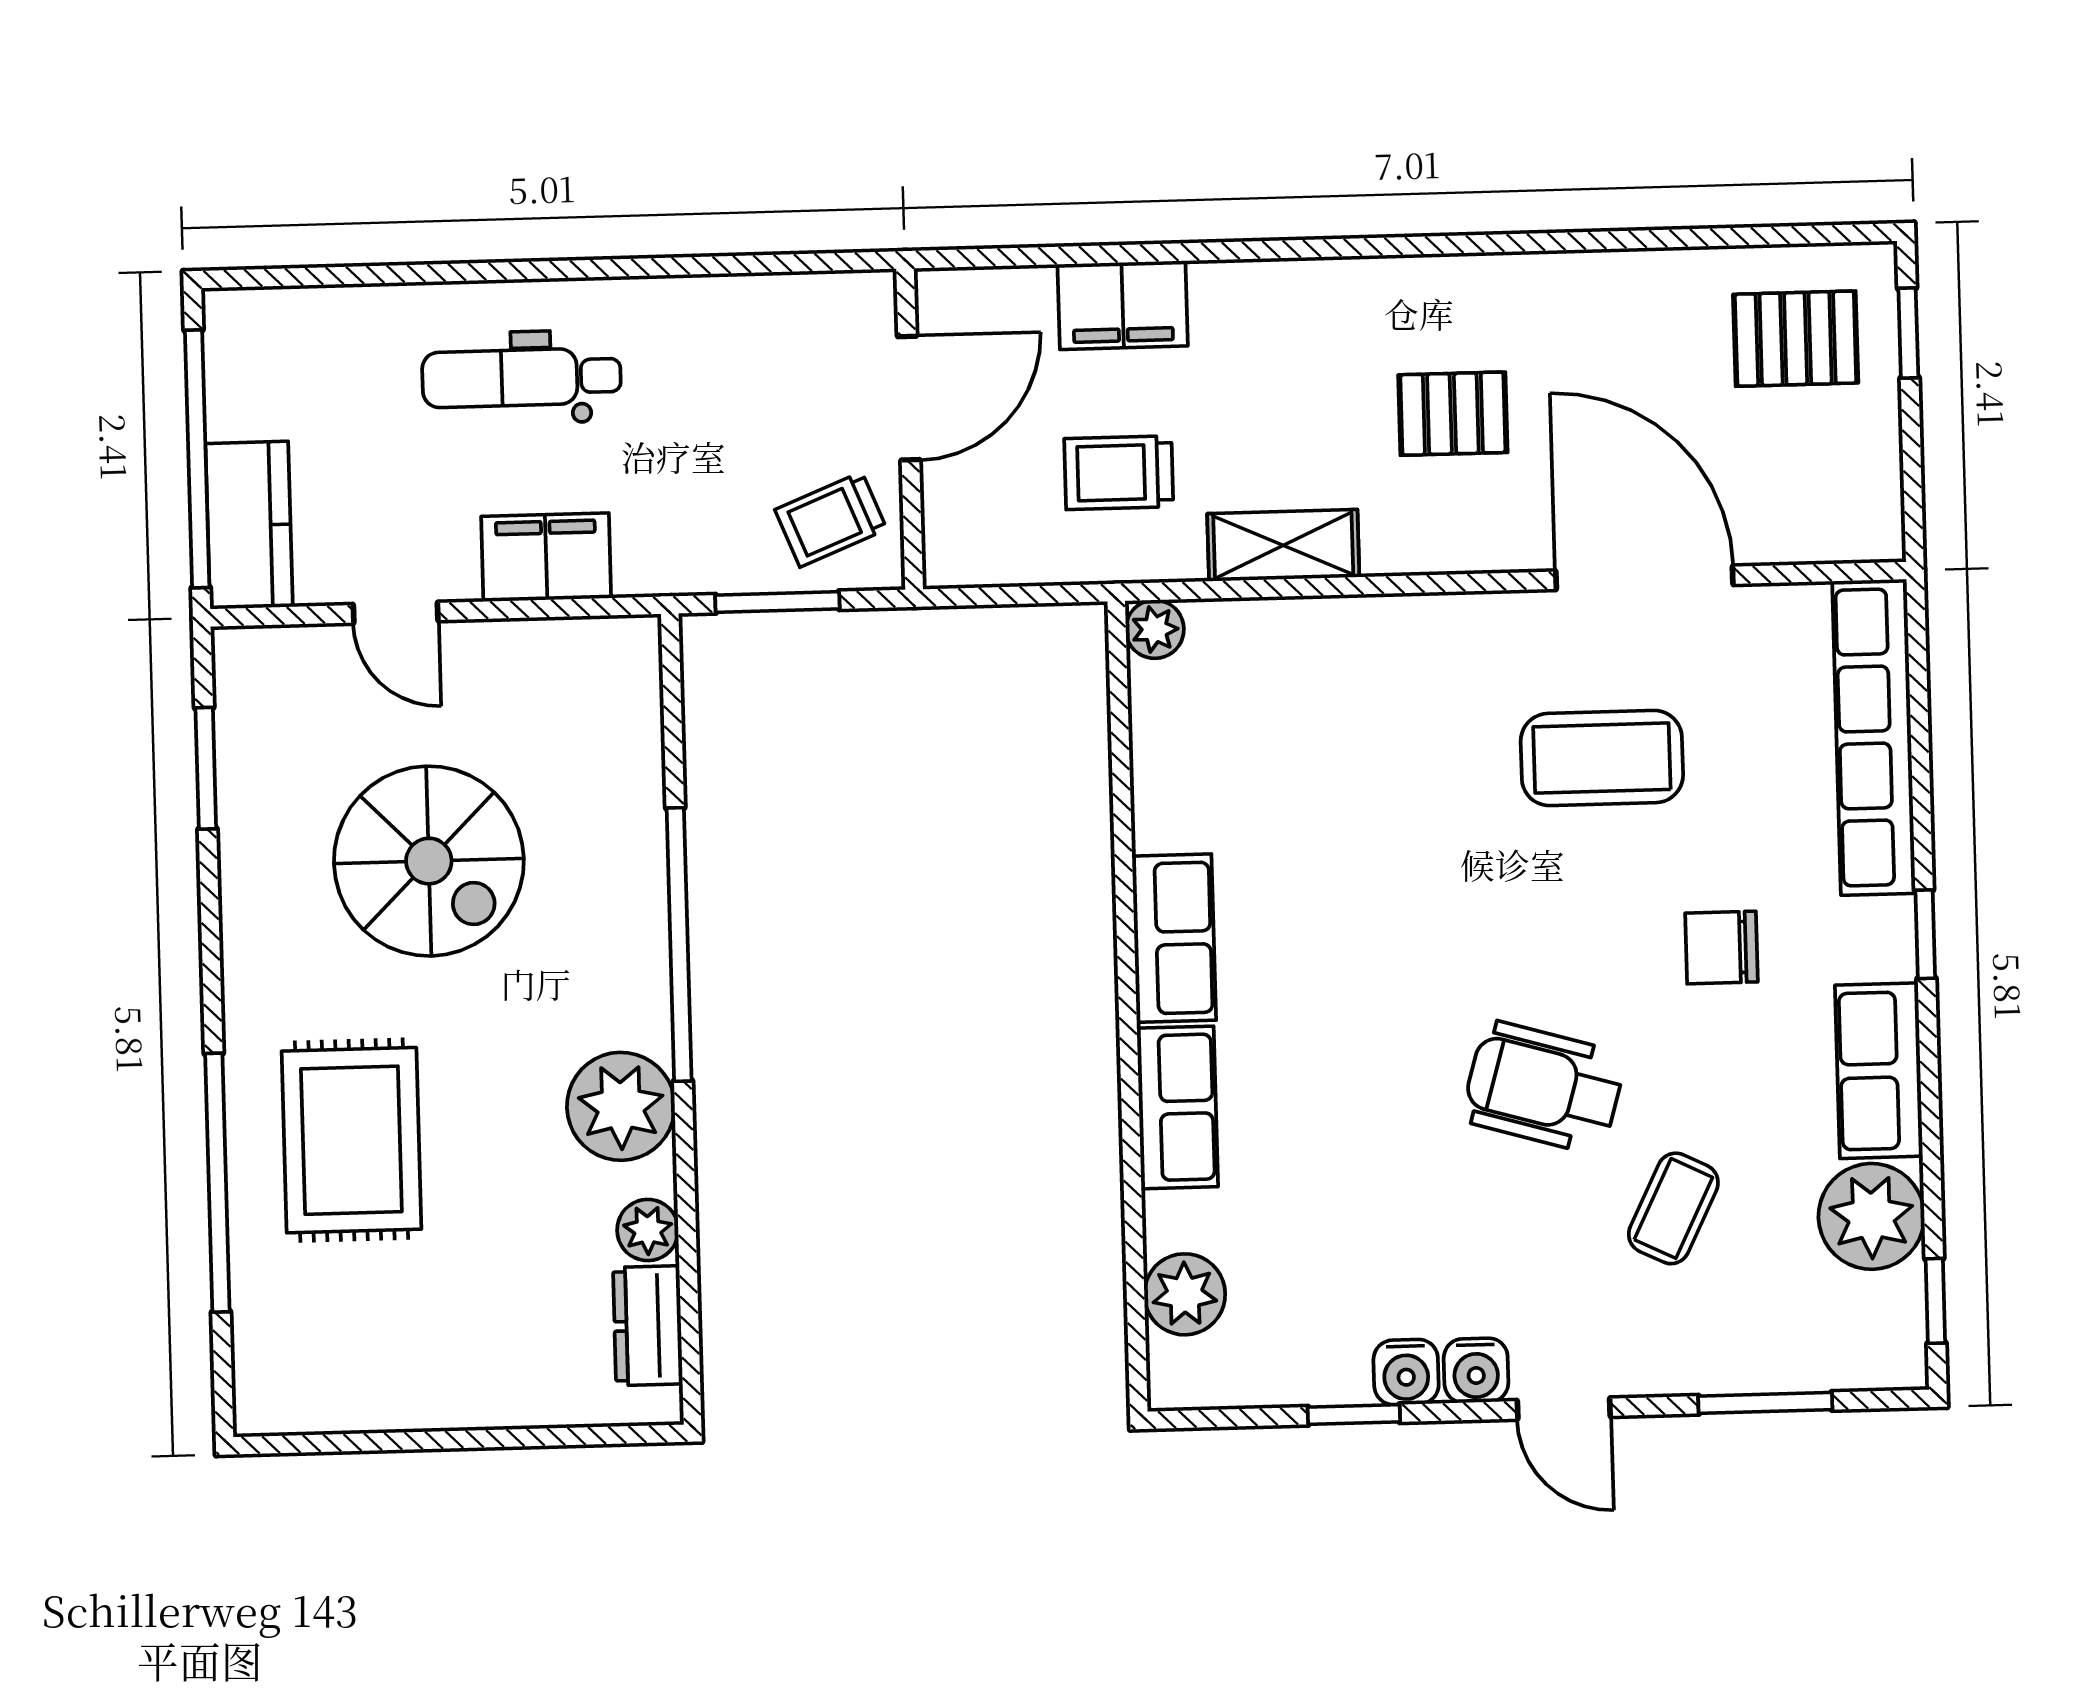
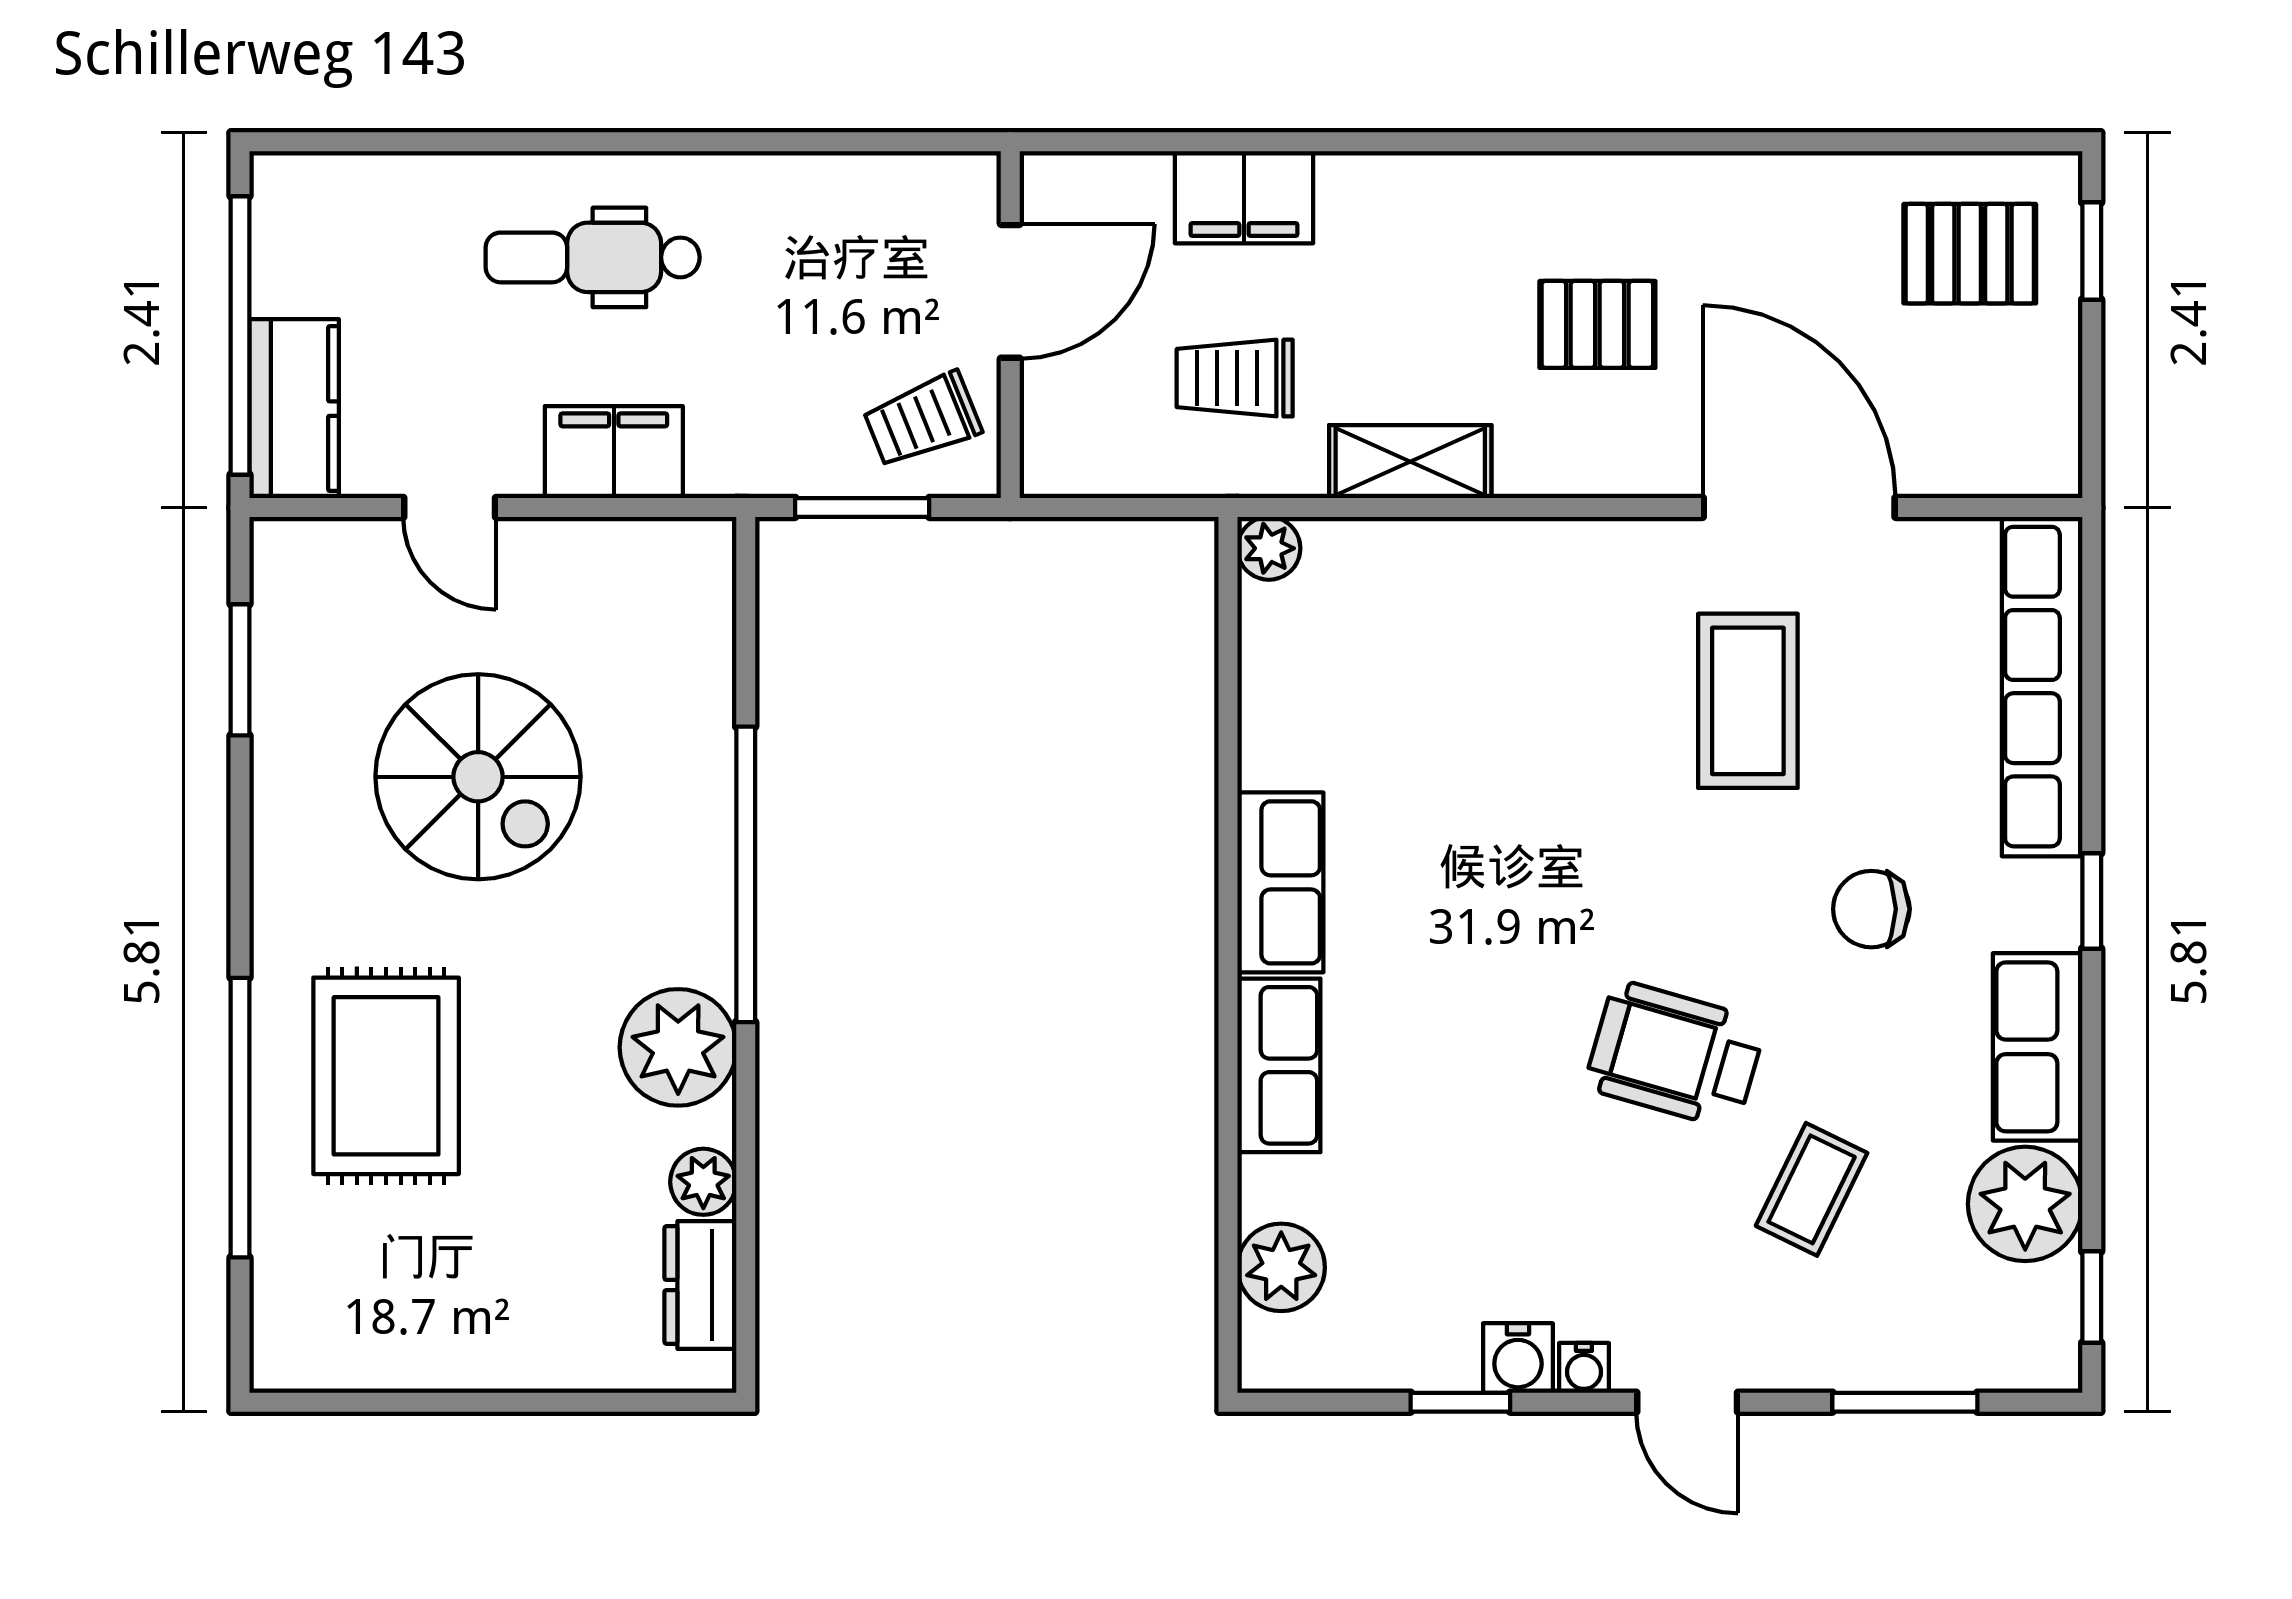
coffee table: (1602, 758) -> (1748, 701), turned 90
water cooler: (1476, 1370) -> (1584, 1368), width x0.72, depth x0.72

